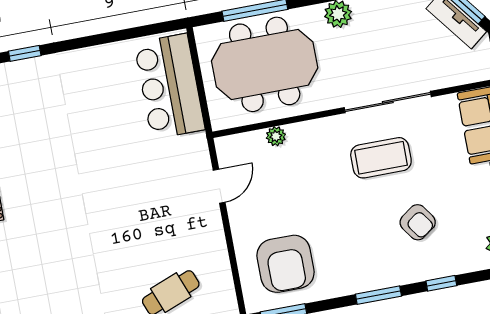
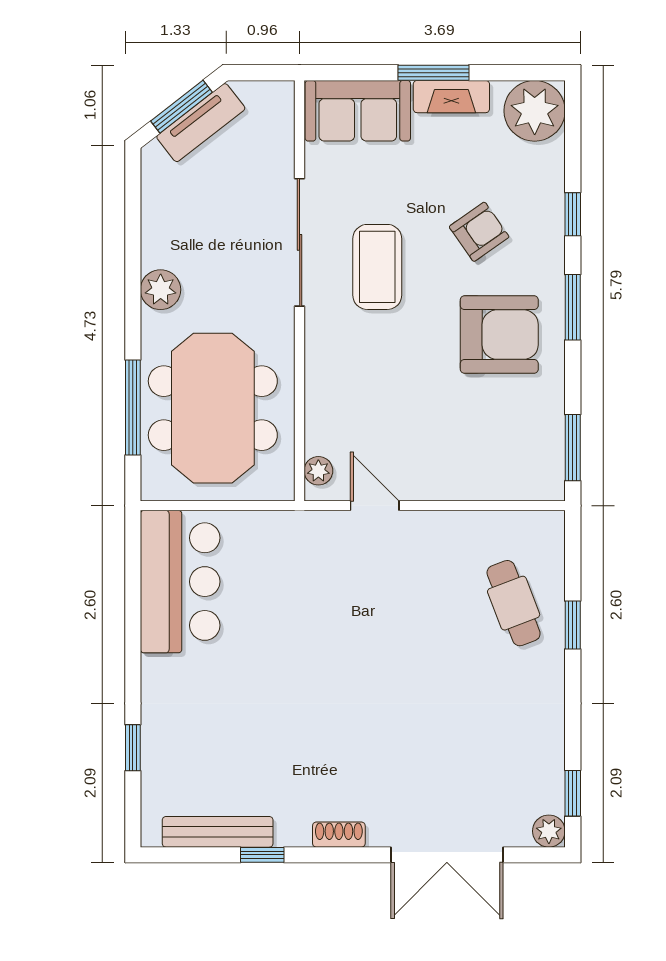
bar counter: (169, 86) -> (180, 582), moved, turned -90
plant: (276, 136) -> (318, 471), moved
armchair: (286, 264) -> (499, 335), moved

